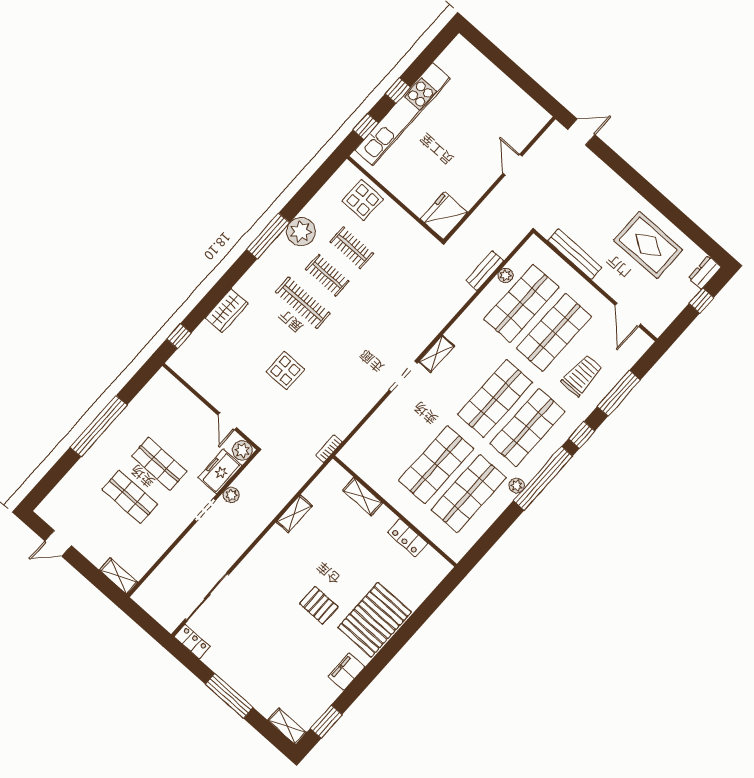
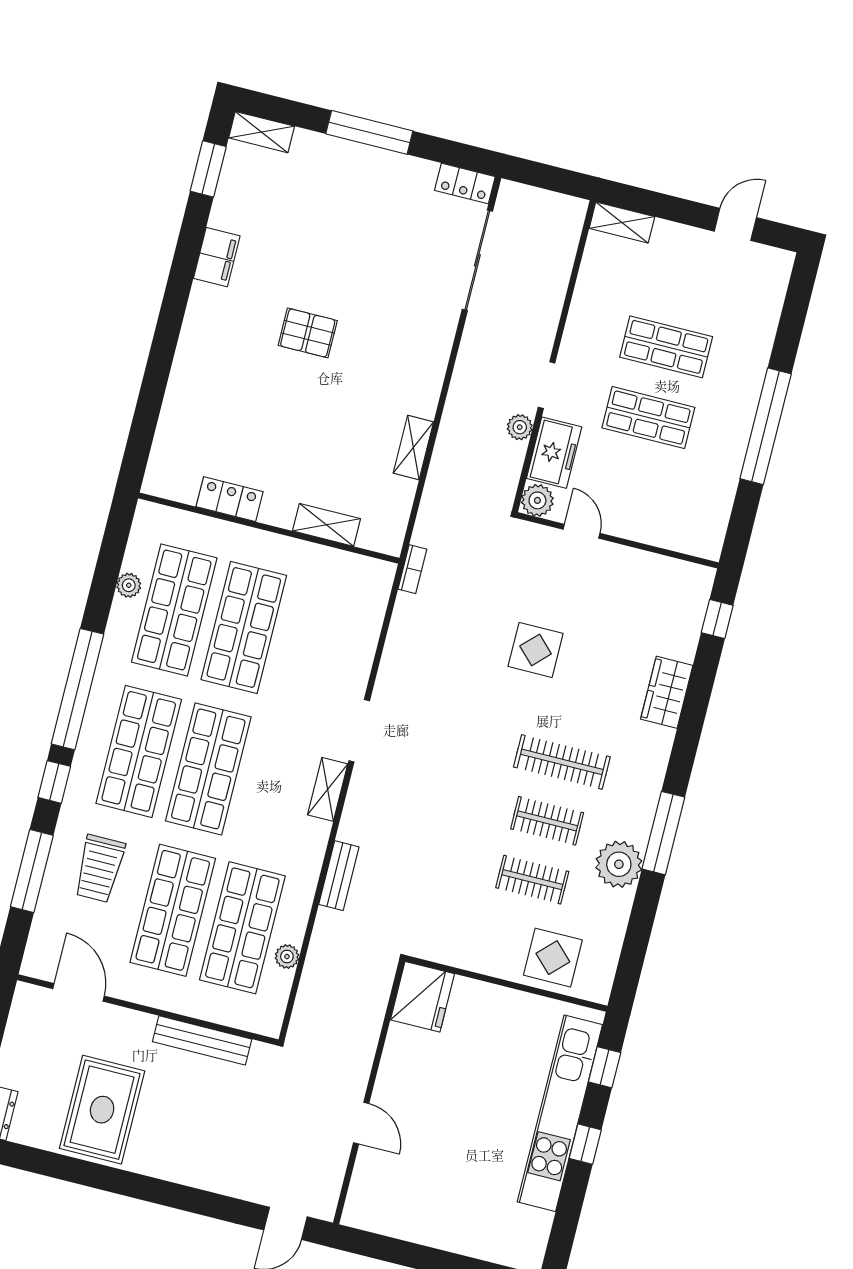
rug: (648, 245) -> (102, 1110), turned 90
bench: (485, 271) -> (339, 876), moved
plant: (517, 486) -> (129, 585), moved
pallet: (375, 620) -> (215, 354), removed

